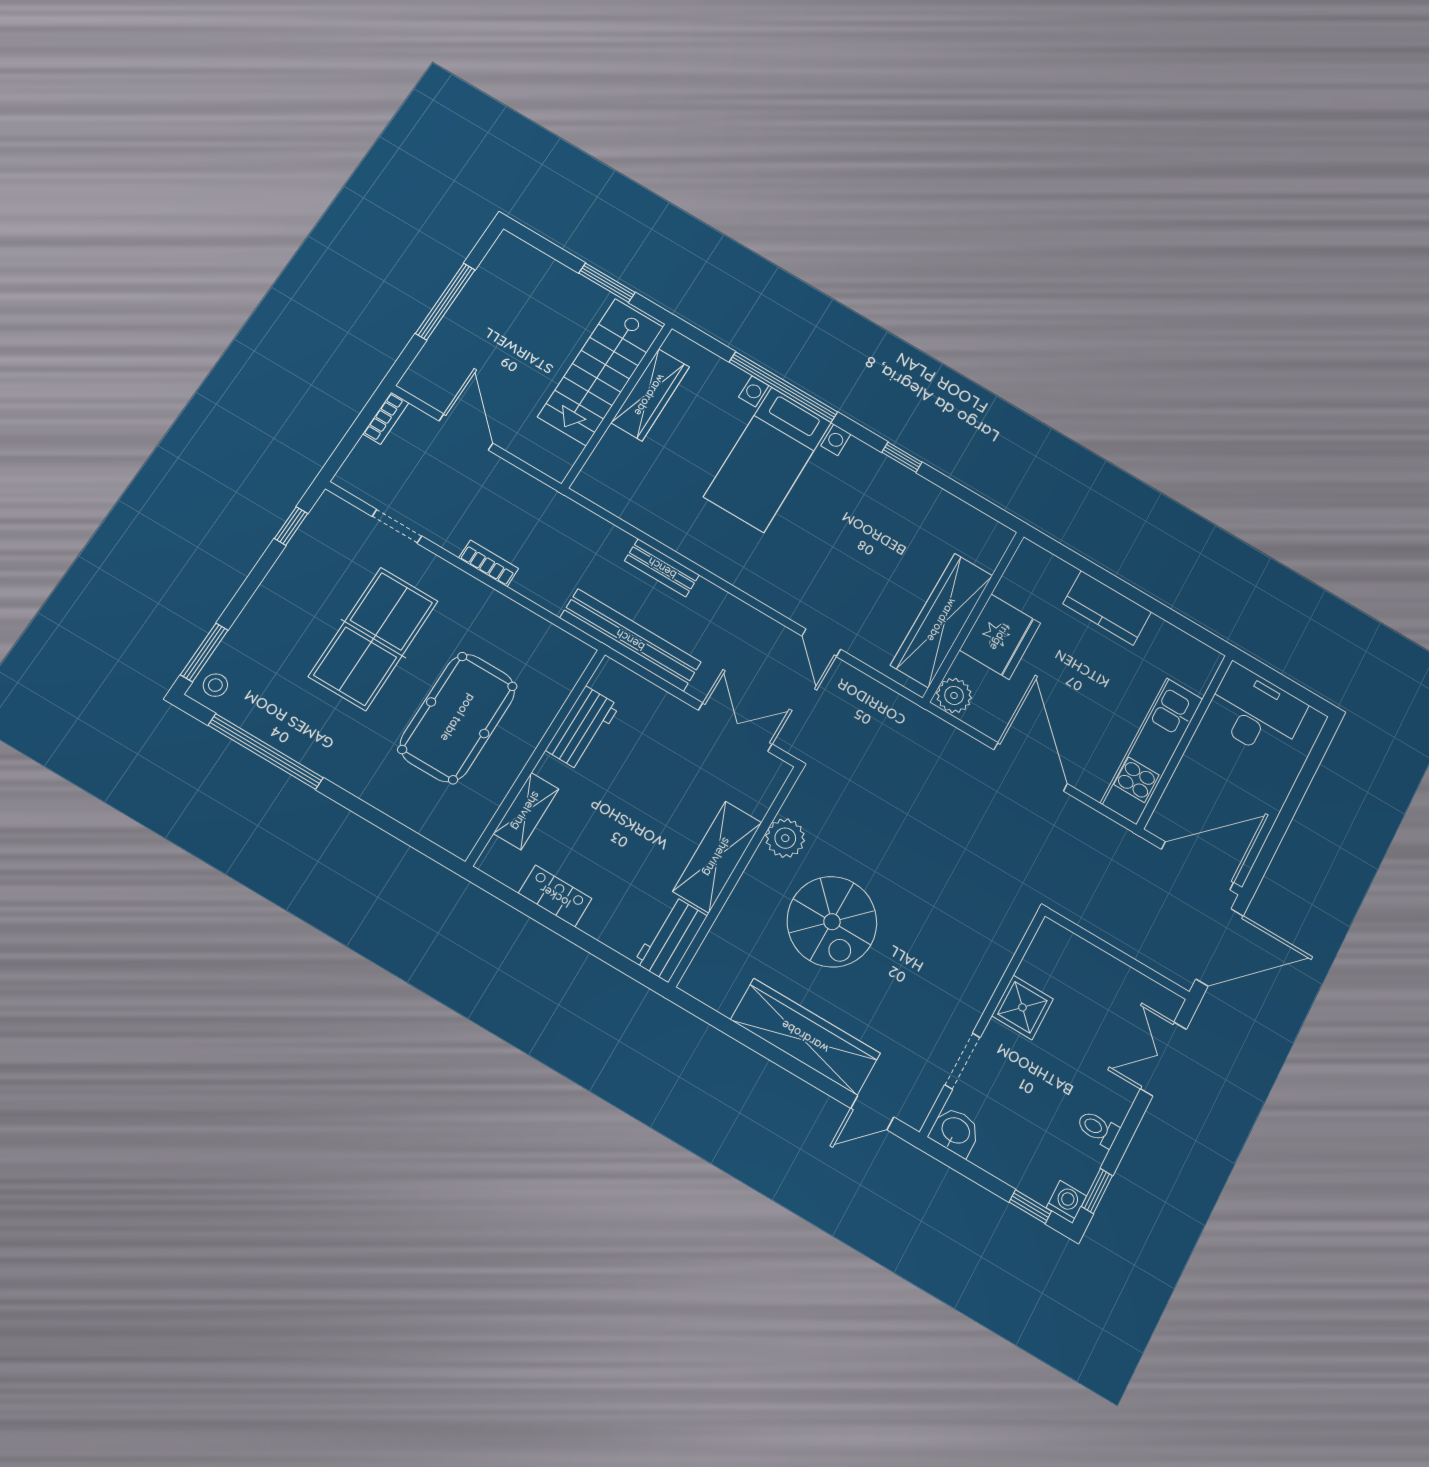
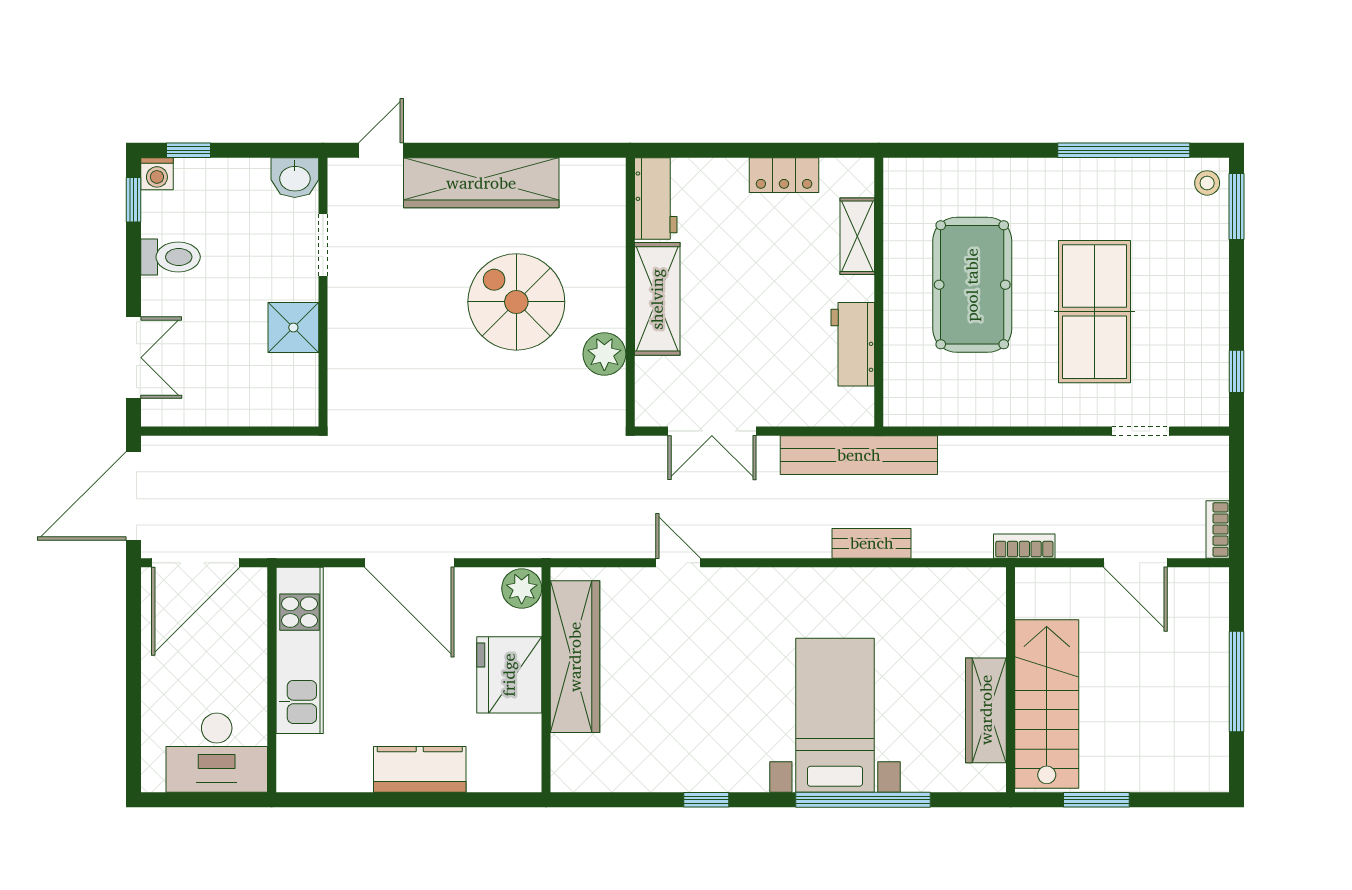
bookcase: (489, 563) -> (1024, 546), moved, turned 180
toilet: (1098, 1129) -> (170, 257), width x1.37, depth x1.39

